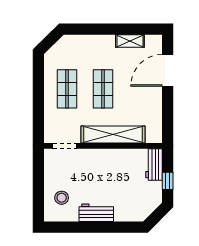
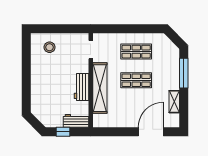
window: (94, 29) -> (184, 73), added
door: (168, 70) -> (151, 132), hinge flipped
workbench: (96, 213) -> (82, 87), moved, turned 180

